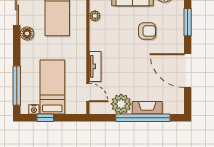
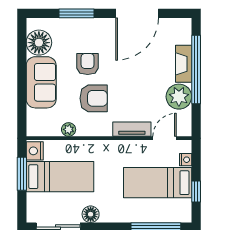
armchair: (120, 36) -> (94, 98), added
nightstand: (34, 109) -> (186, 160), moved

